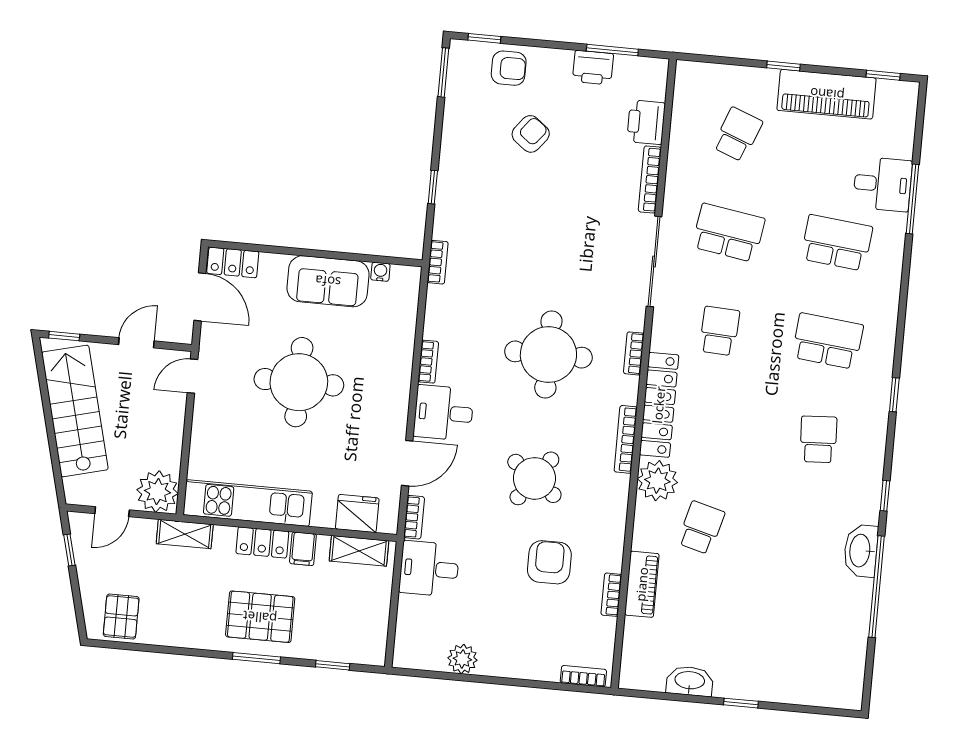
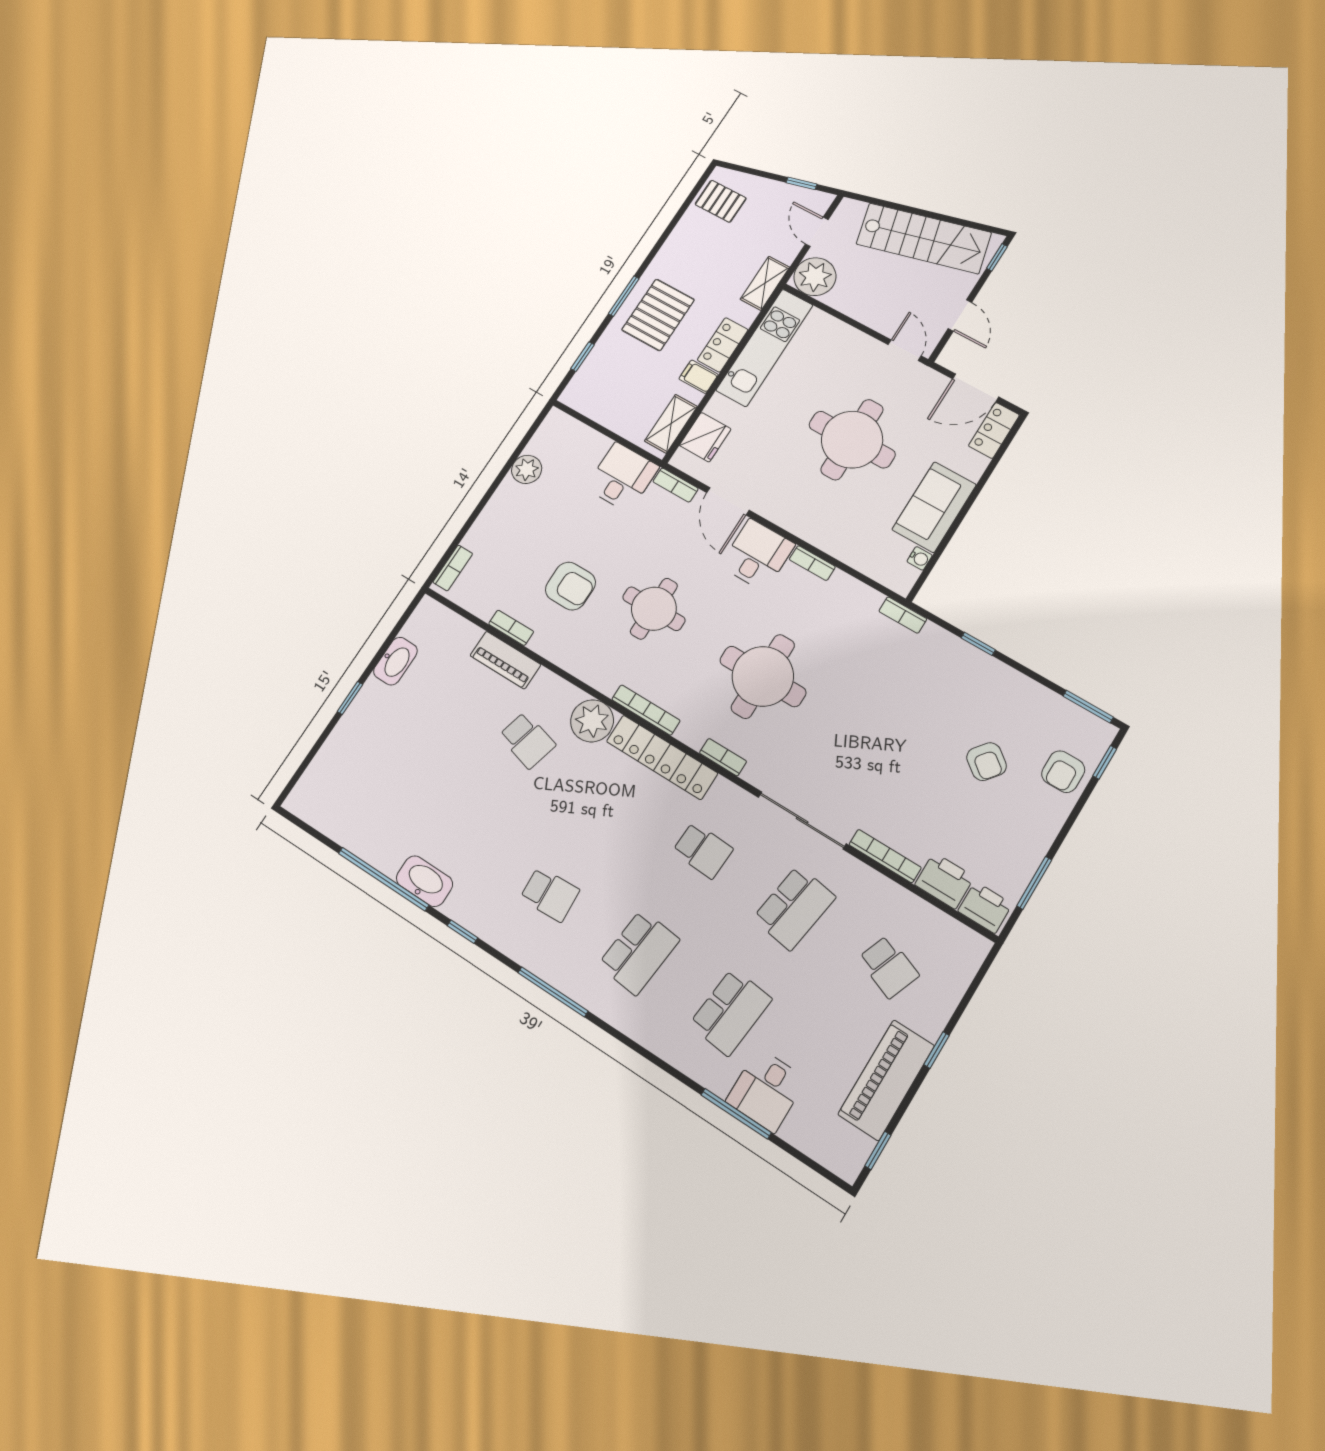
printer: (593, 68) -> (985, 907), moved, turned 90
window: (894, 395) -> (553, 992), width x2.17
round table: (534, 478) -> (654, 609), turned -36

